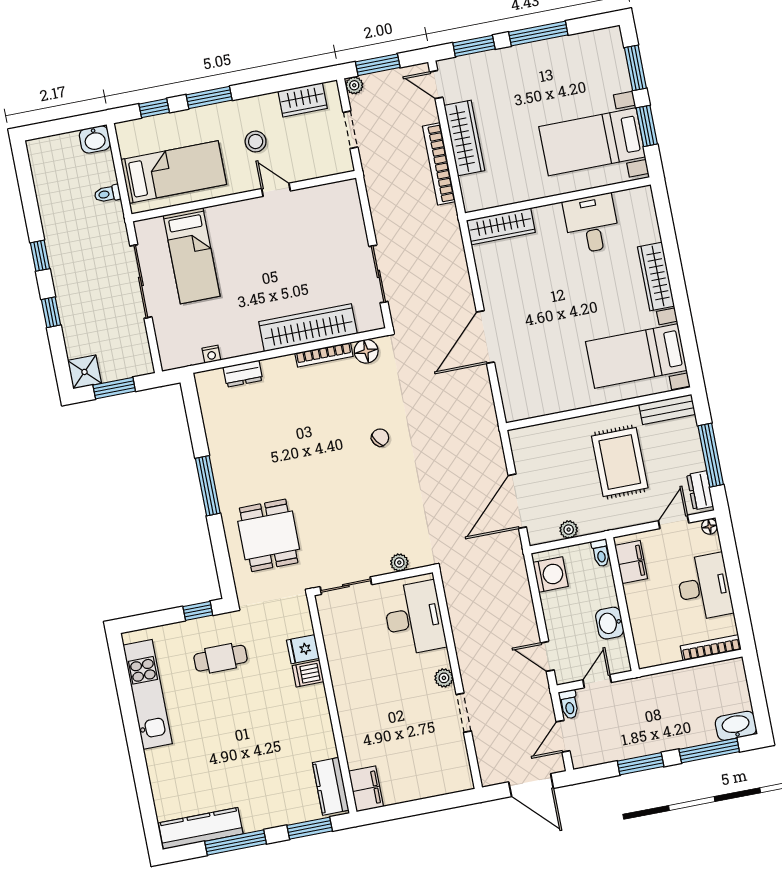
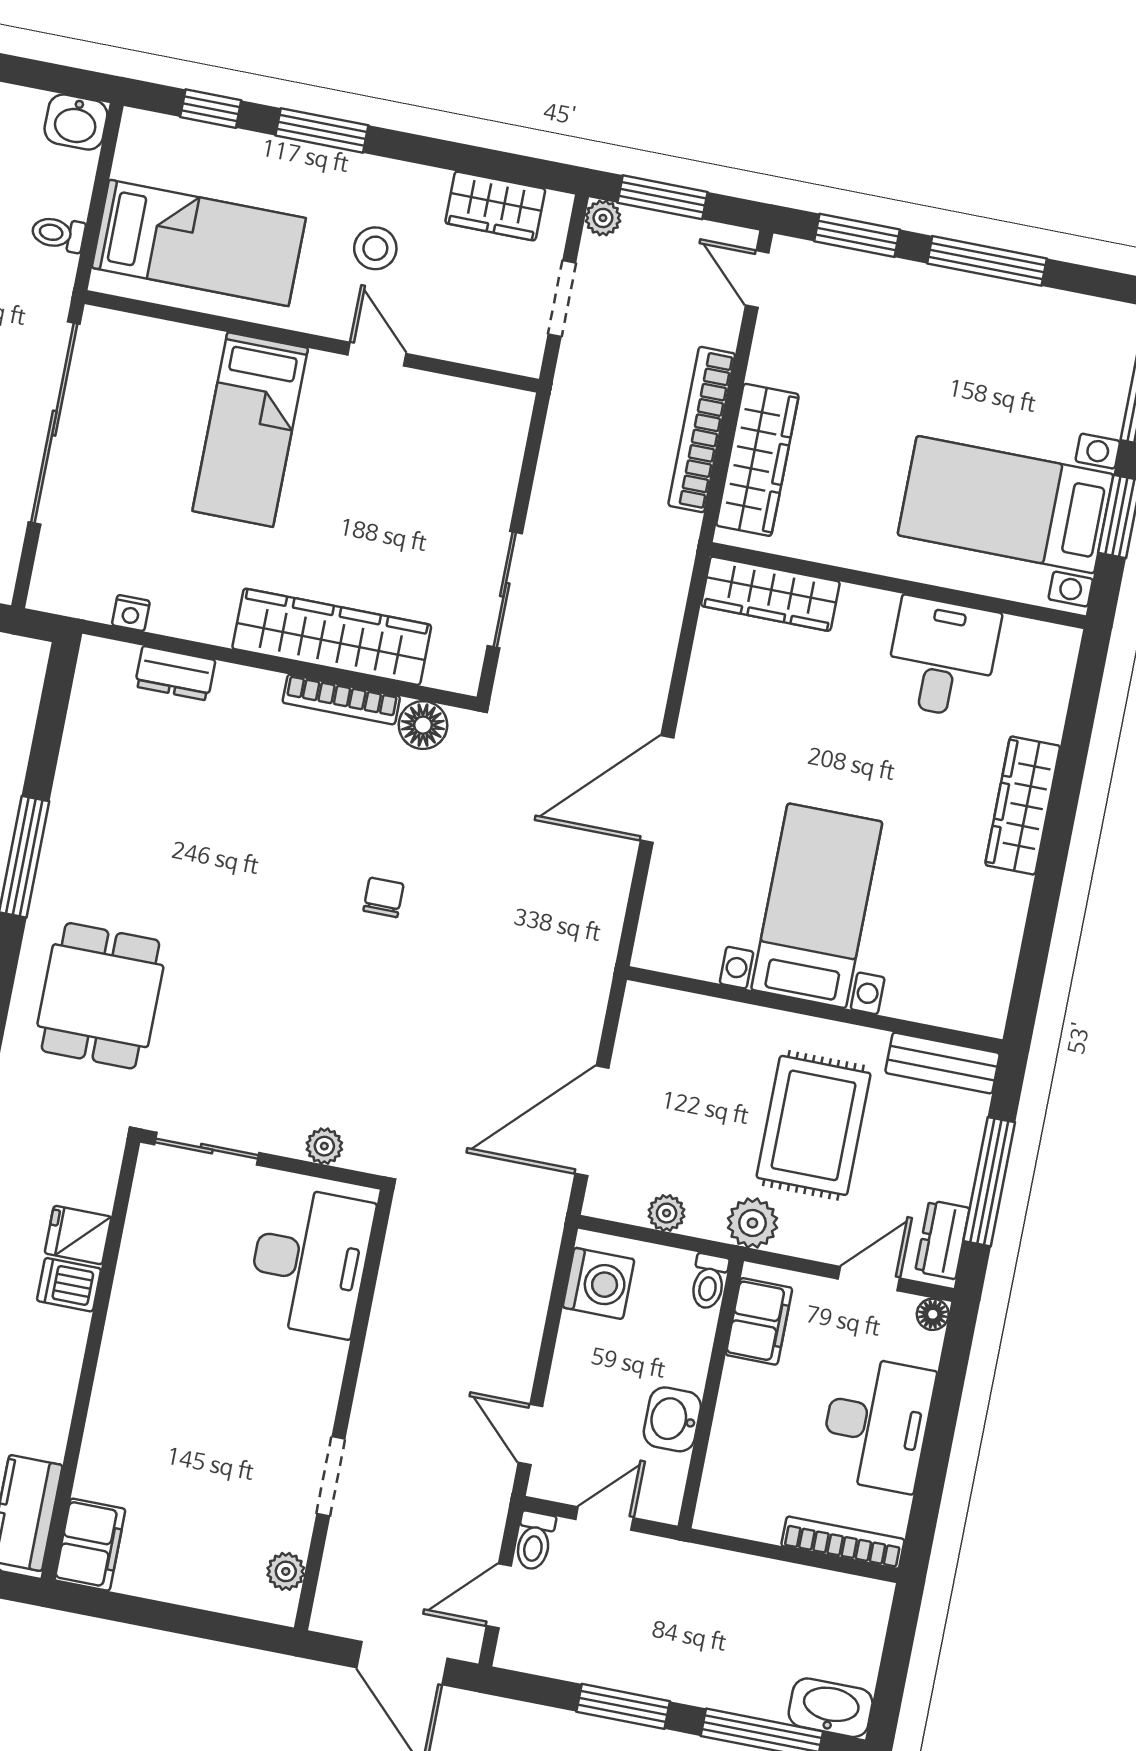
wardrobe: (464, 138) -> (757, 460), moved
bed: (192, 256) -> (250, 430), moved
sliding door: (141, 281) -> (54, 423), width x1.36
bed with nightstands: (636, 356) -> (817, 906), moved, turned 90
chair: (380, 438) -> (383, 897), turned -55
plant: (610, 518) -> (752, 1223), added
plant: (444, 678) -> (286, 1571), moved

